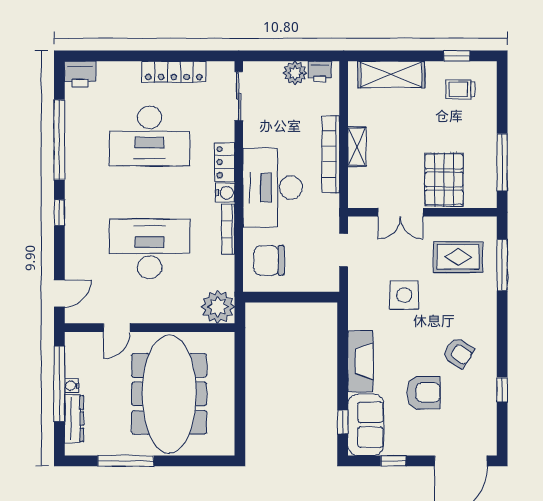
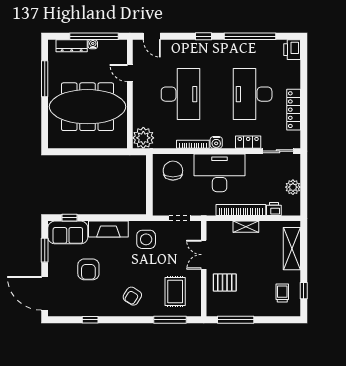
printer: (320, 71) -> (274, 209), moved, turned 90
locker: (225, 162) -> (248, 142), moved
pallet: (444, 179) -> (225, 282), width x0.67, depth x0.71
side table: (404, 295) -> (146, 239), moved
armchair: (458, 353) -> (132, 296), moved
window: (393, 461) -> (45, 250), width x1.50

